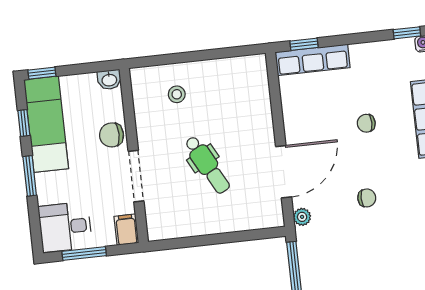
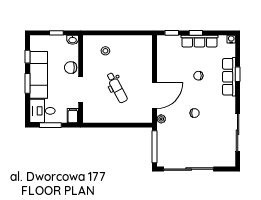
window: (407, 33) -> (196, 33), moved
row of seats: (313, 60) -> (199, 41), moved
window: (42, 73) -> (56, 33), moved
exam couch: (46, 124) -> (39, 75), moved

